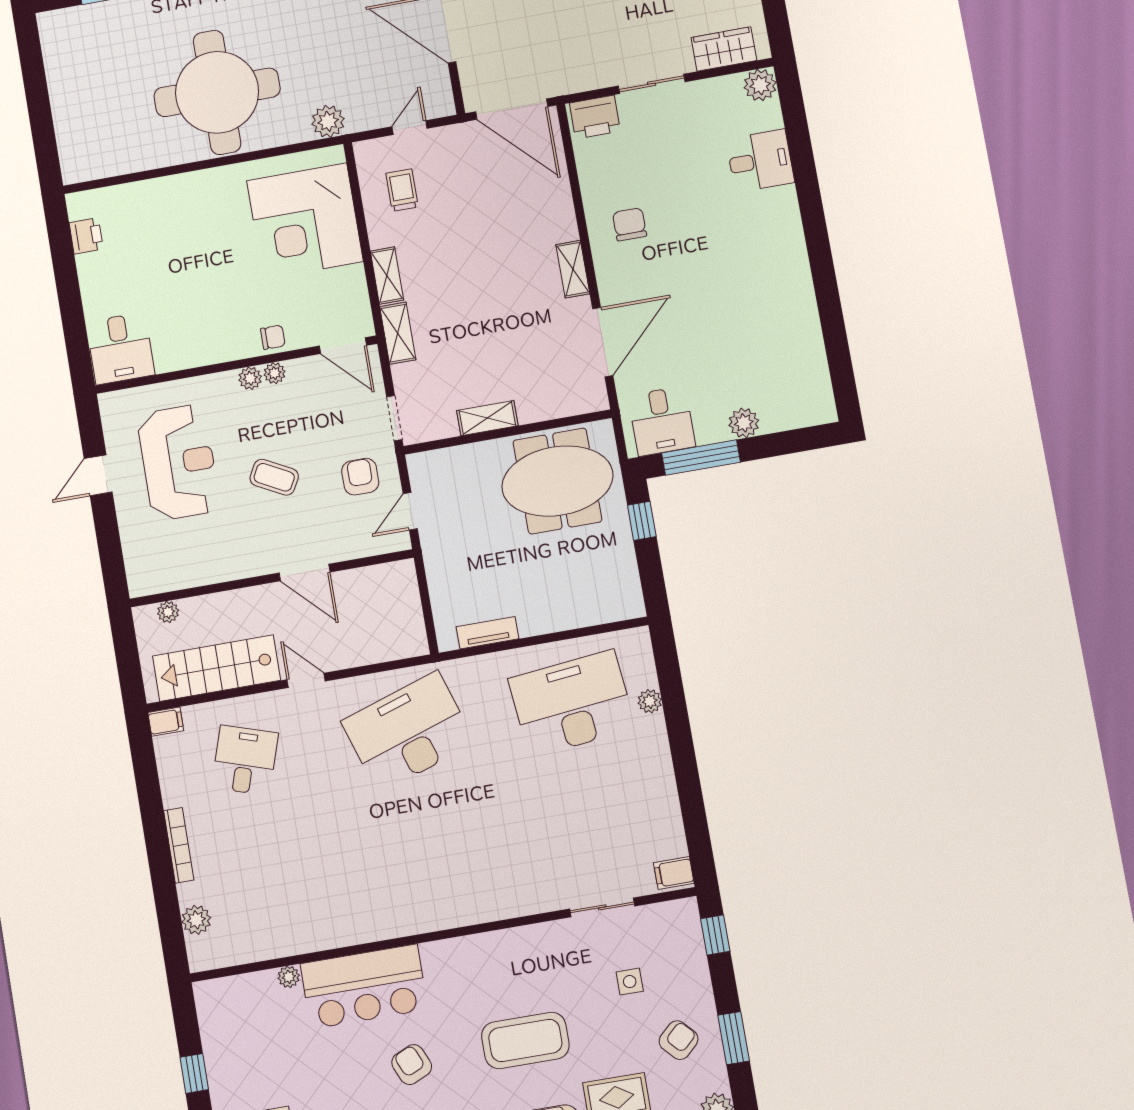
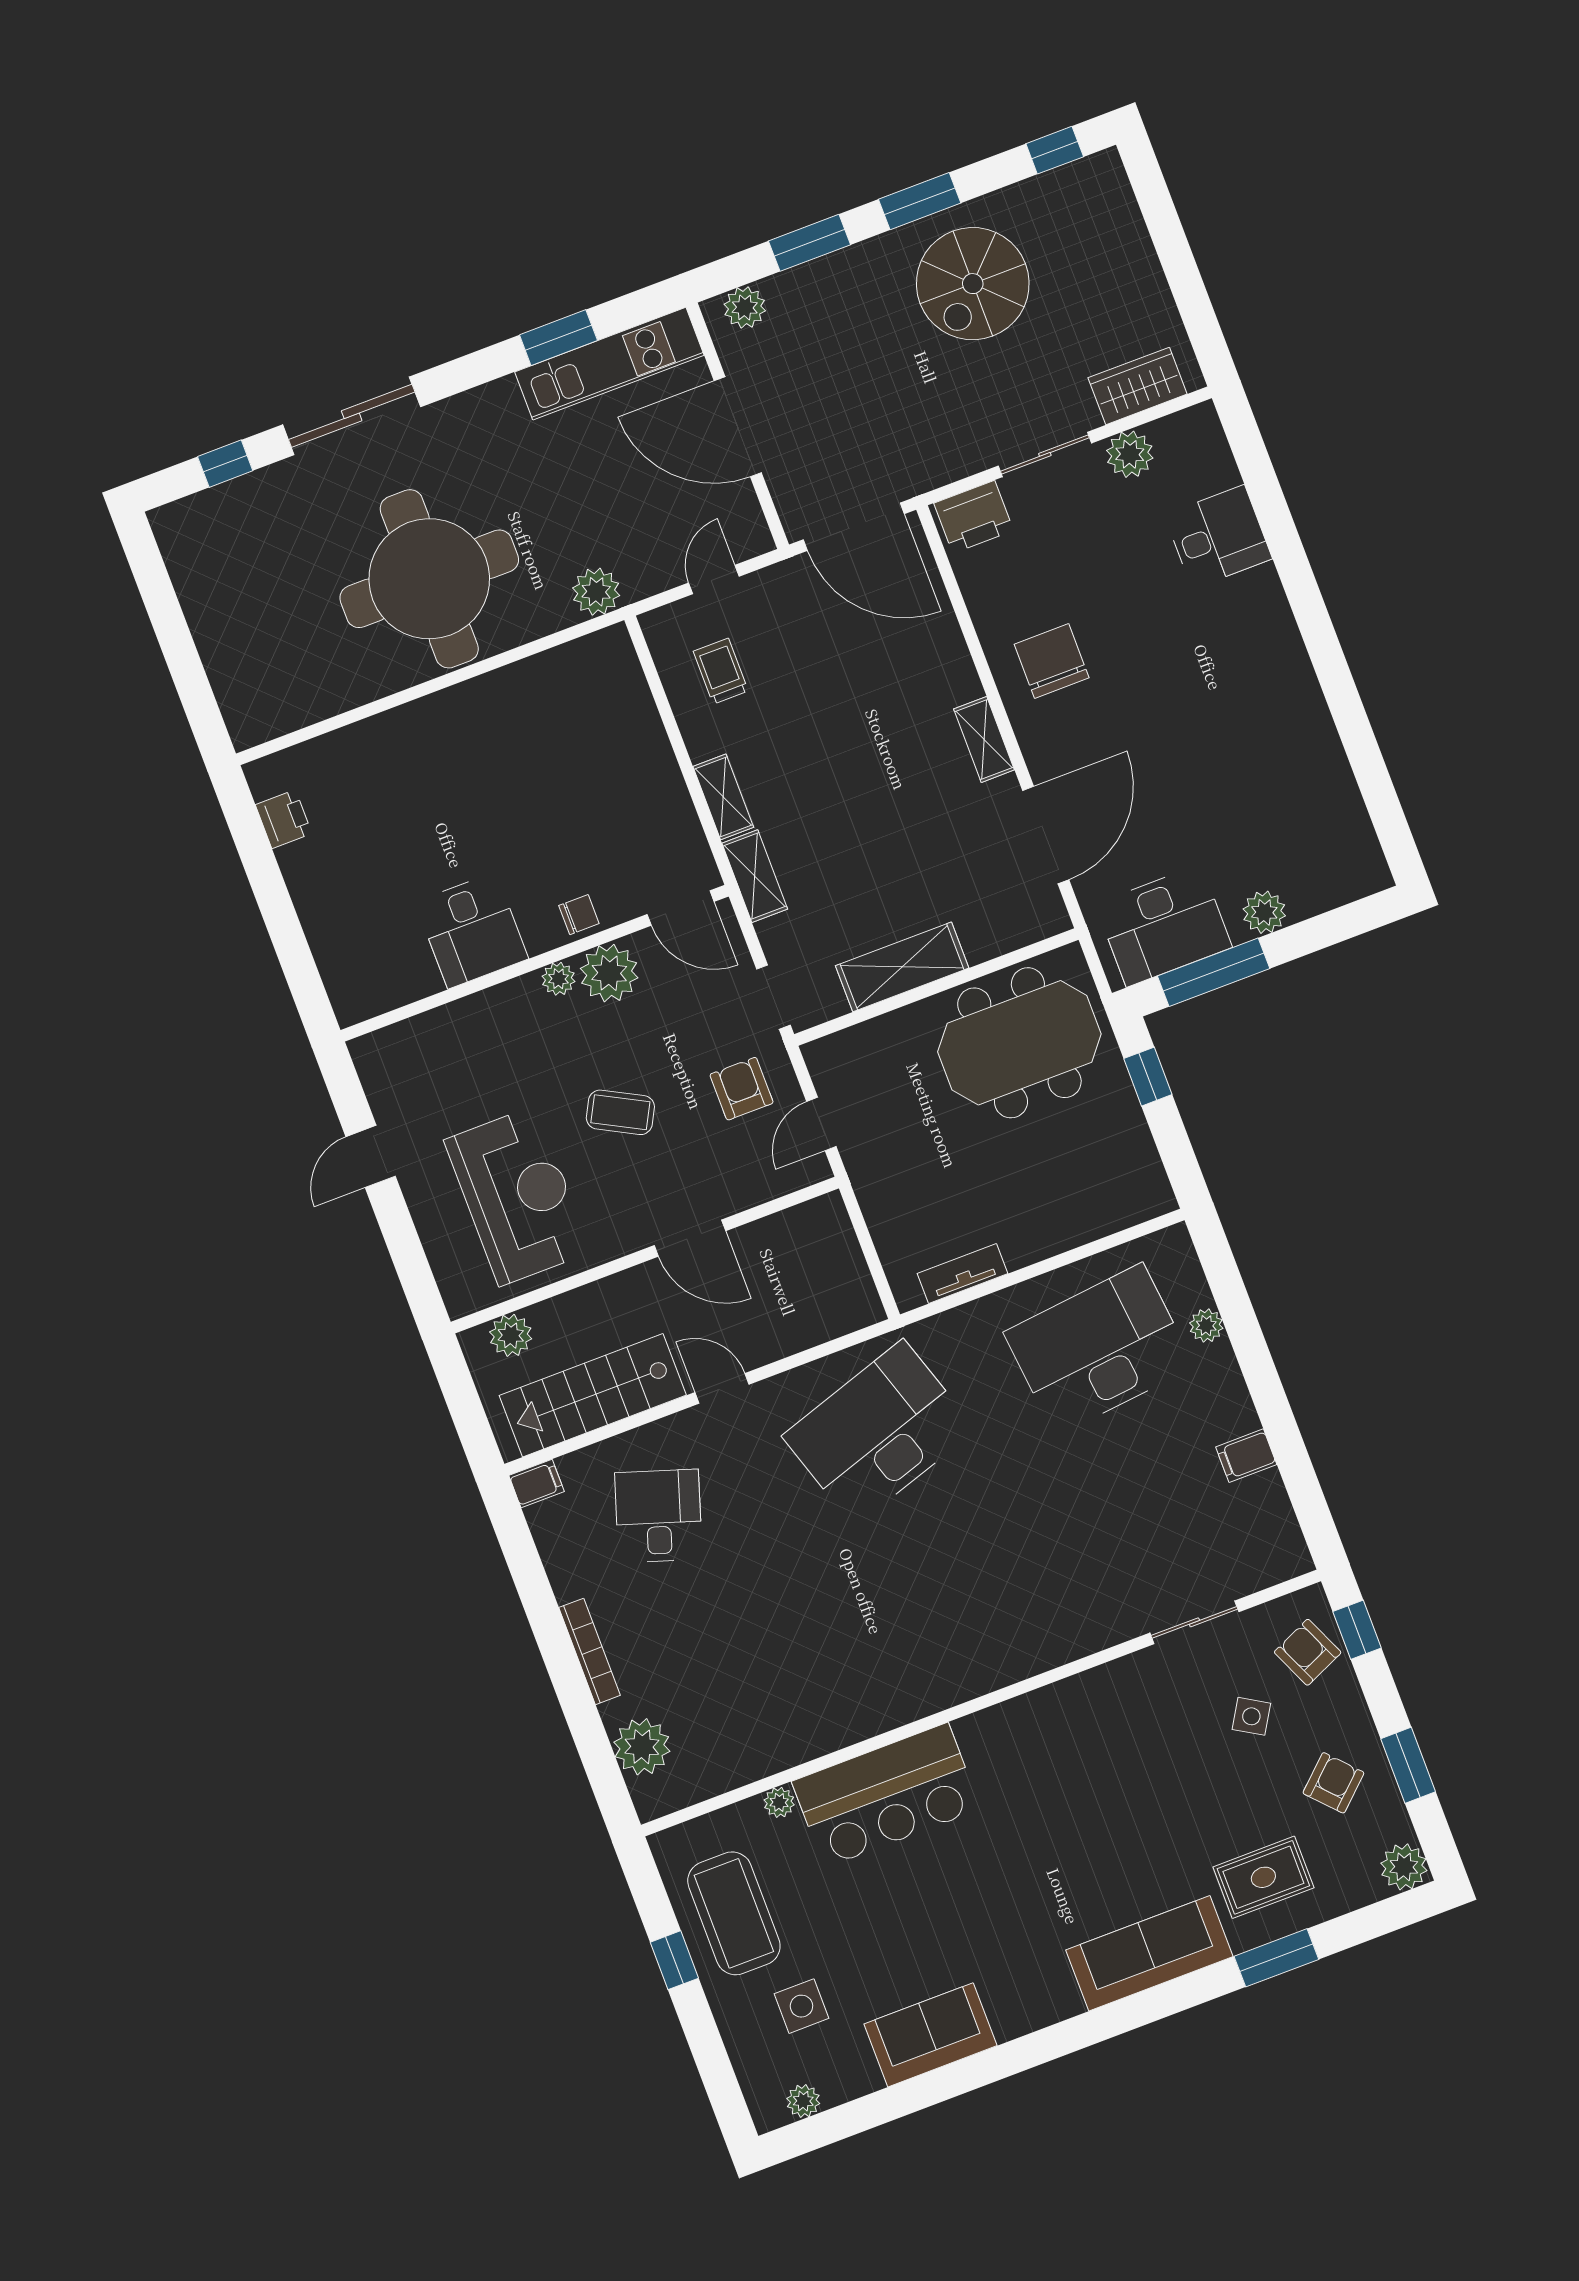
plant: (760, 85) -> (1130, 454), moved
corner desk: (305, 221) -> (592, 741), removed
chair: (630, 224) -> (1052, 661), width x1.37, depth x1.37
desk: (120, 348) -> (472, 930), moved
plant: (275, 373) -> (609, 973), width x1.88, depth x1.88
shelving: (487, 418) -> (902, 967), width x1.50, depth x1.33
desk: (662, 421) -> (1164, 926), width x1.37
reception desk: (179, 462) -> (517, 1196), moved
plant: (168, 612) -> (511, 1335), width x1.38, depth x1.38
filing cabinet: (674, 873) -> (1246, 1456), moved
plant: (196, 920) -> (642, 1747), width x1.36, depth x1.36
side table: (630, 982) -> (1251, 1716), turned 31
coffee table: (525, 1040) -> (734, 1913), moved, turned 90
armchair: (412, 1065) -> (1308, 1652), moved

